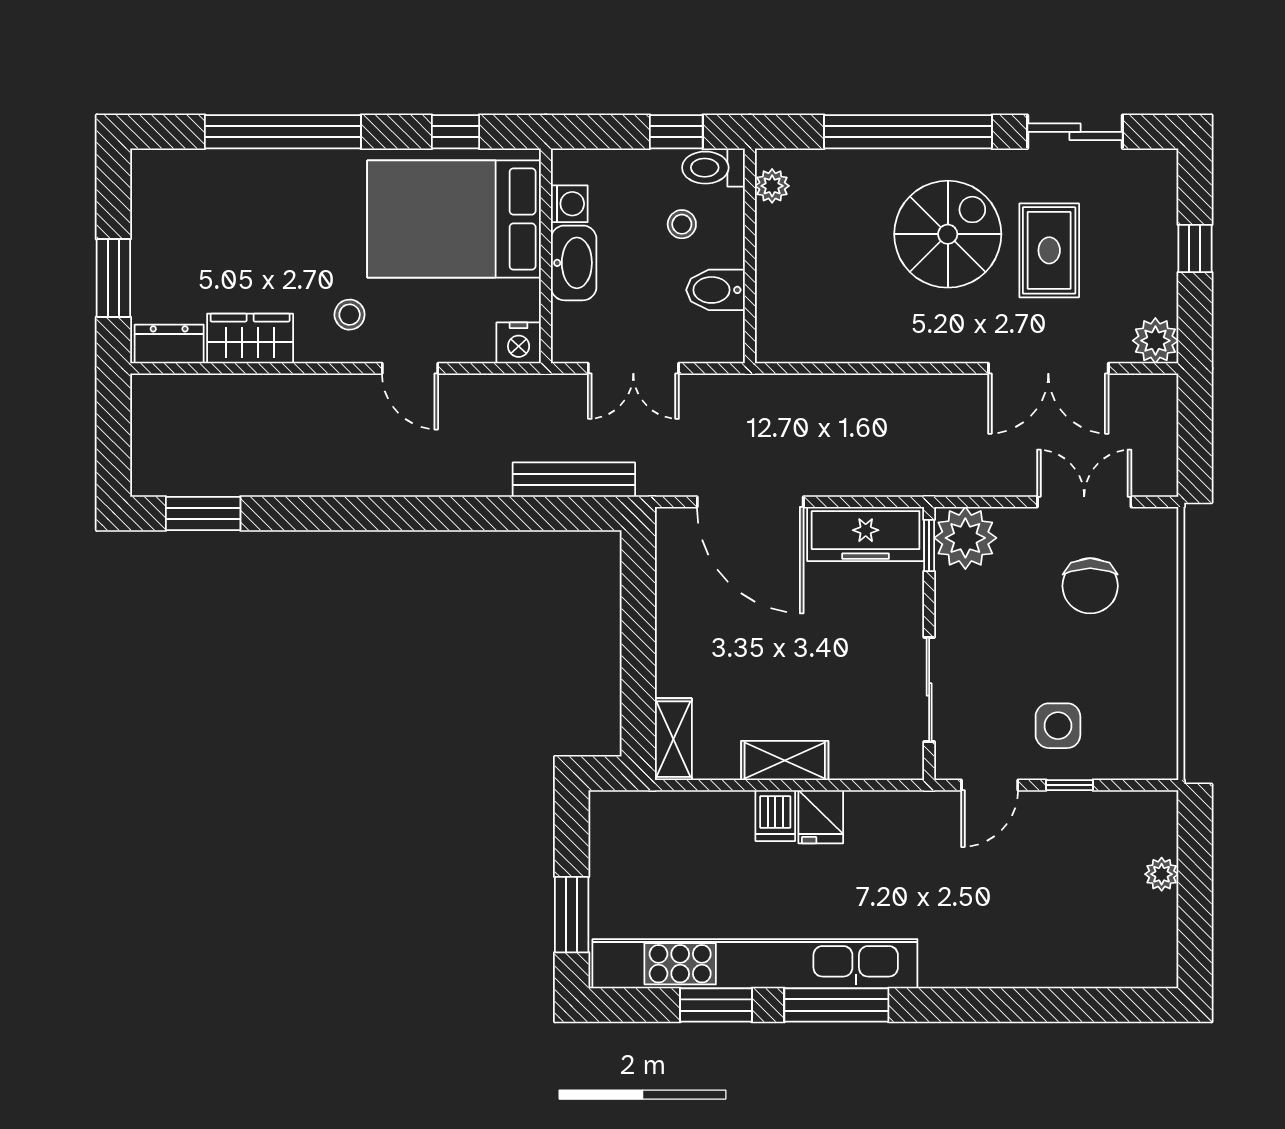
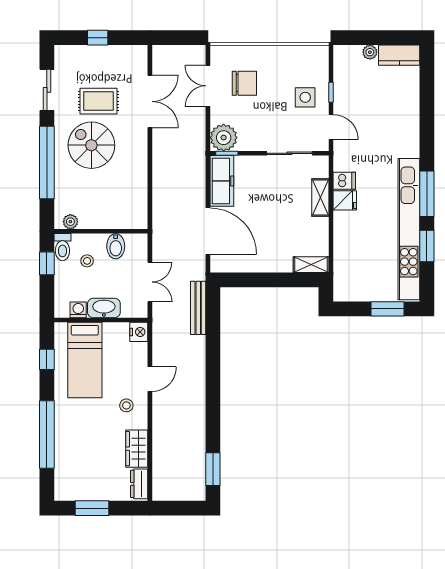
bed: (454, 219) -> (85, 360), width x0.67
window: (113, 278) -> (92, 508), moved
plant: (1155, 341) -> (138, 55), removed
door: (750, 502) -> (208, 231), hinge flipped
shelving: (785, 760) -> (320, 198), moved
dishwasher: (775, 816) -> (344, 181), moved
kitchen counter: (1155, 941) -> (399, 55), added

